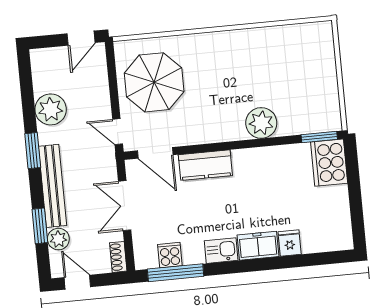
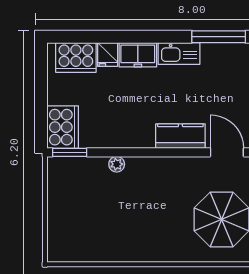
plant: (261, 123) -> (117, 164), width x0.53, depth x0.53
kitchen sink: (221, 251) -> (179, 54), width x1.38
cooker: (170, 255) -> (76, 57), moved, width x1.87, depth x1.31

